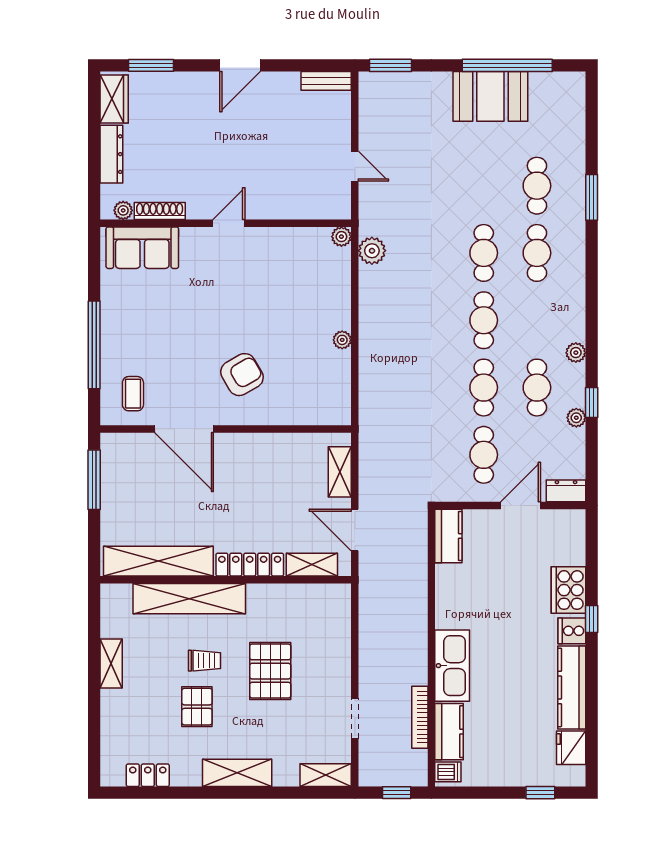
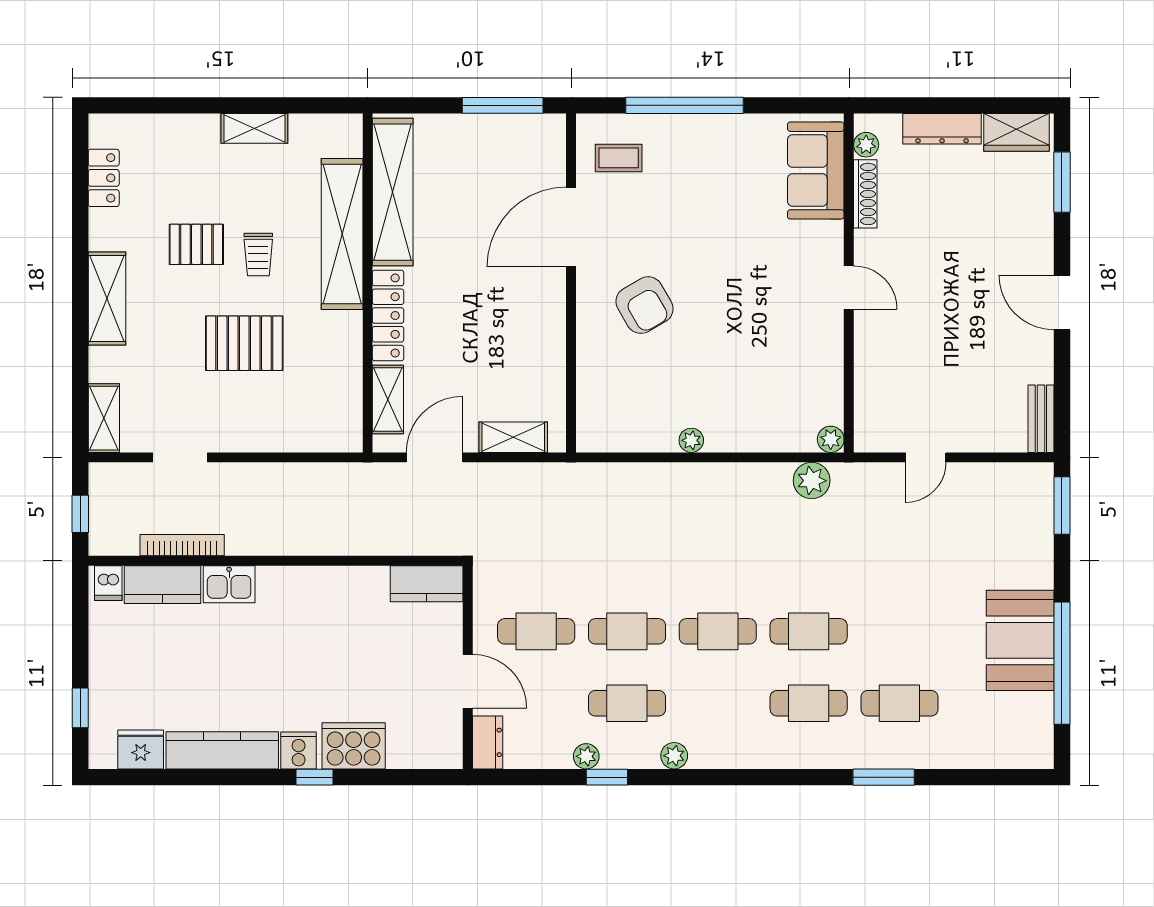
kitchen sink: (452, 666) -> (229, 584), width x0.53, depth x0.81

